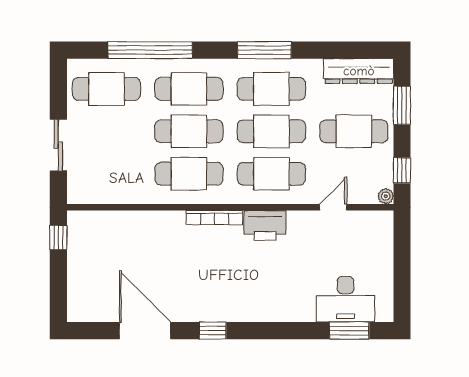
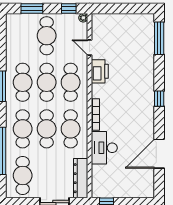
dresser: (359, 71) -> (81, 178), moved, turned 180
printer: (265, 225) -> (100, 71), moved
desk: (346, 299) -> (104, 148), moved, turned 180
window: (213, 331) -> (159, 99), moved
window: (349, 331) -> (159, 38), width x1.44

